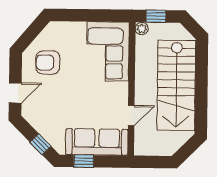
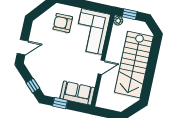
armchair: (48, 62) -> (63, 23), moved
door: (131, 116) -> (101, 67), moved
sofa: (97, 142) -> (77, 93), width x0.73

